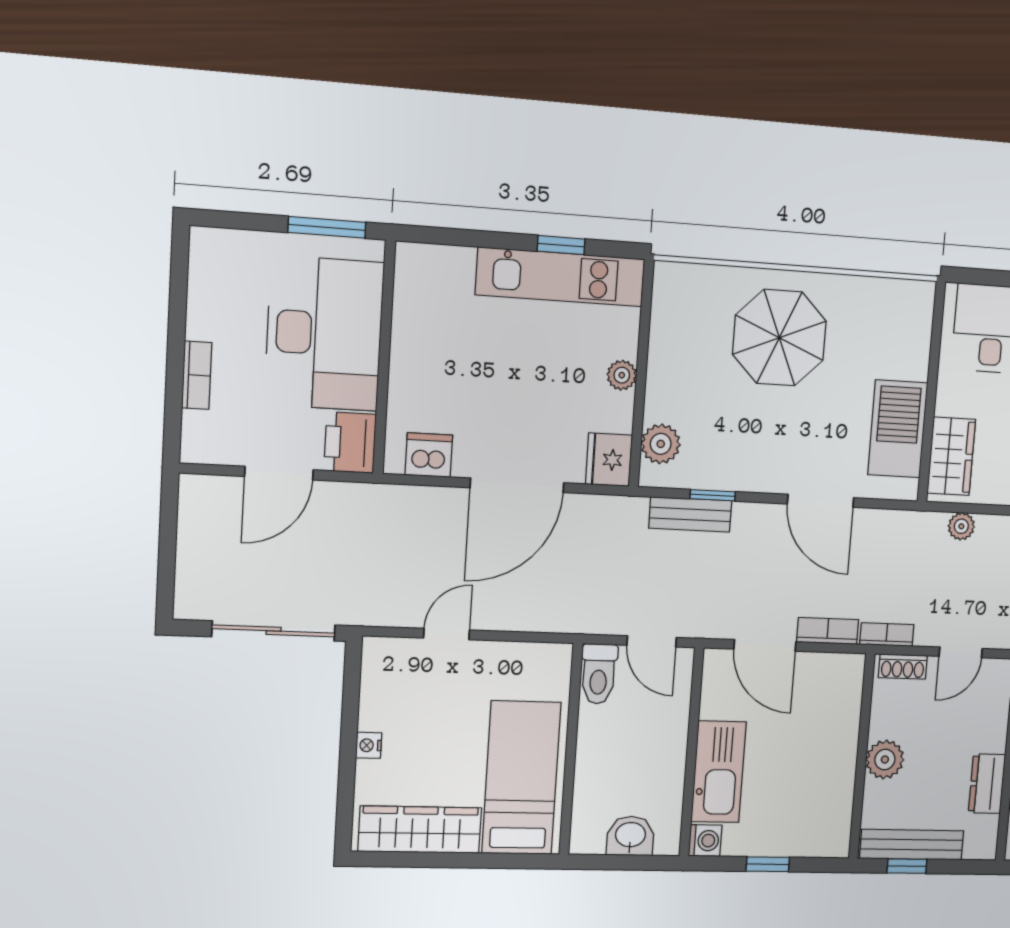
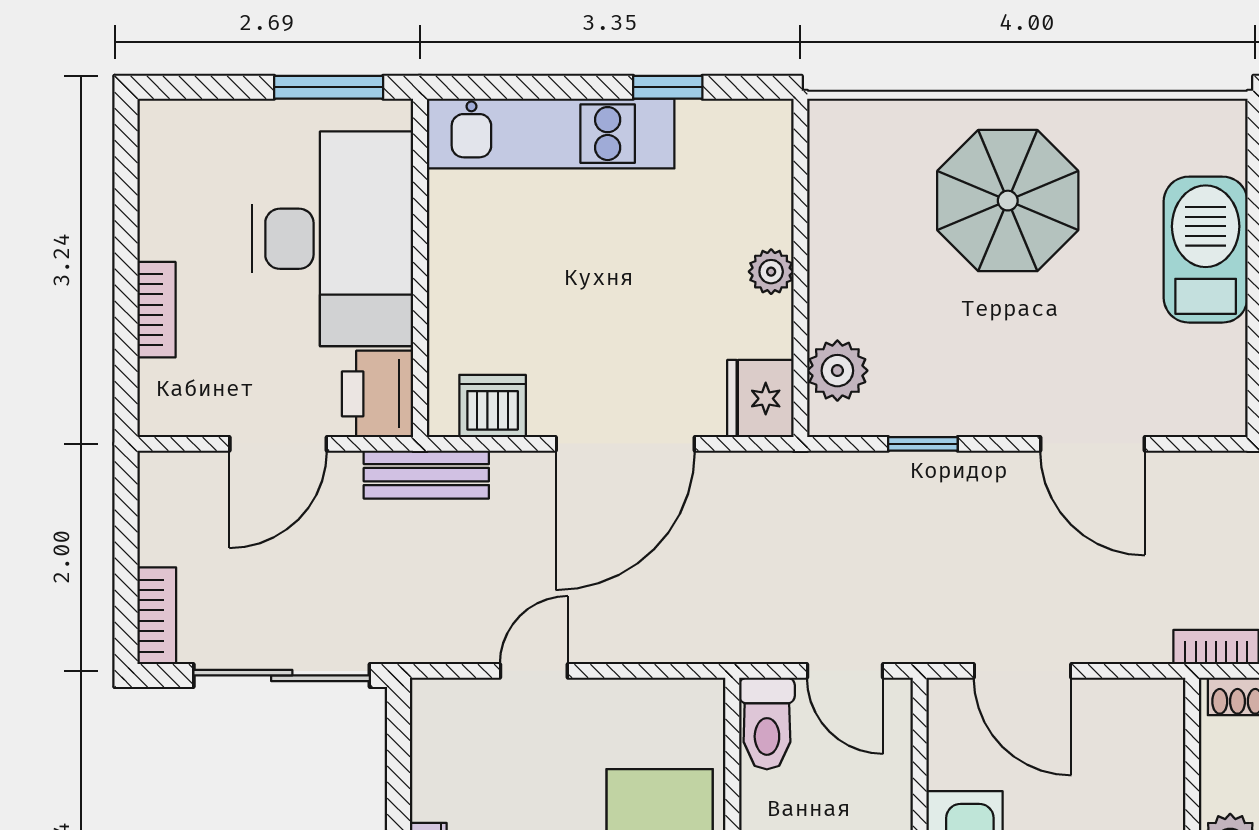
kitchen unit: (560, 277) -> (551, 134), moved
barbecue: (898, 429) -> (1206, 250), moved
bench: (690, 514) -> (426, 475), moved
bookcase: (828, 631) -> (157, 616), moved, turned 90

